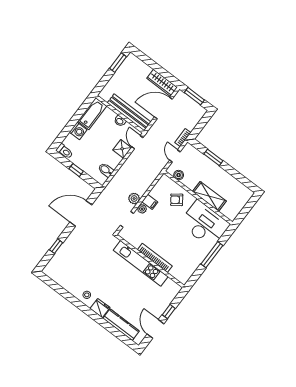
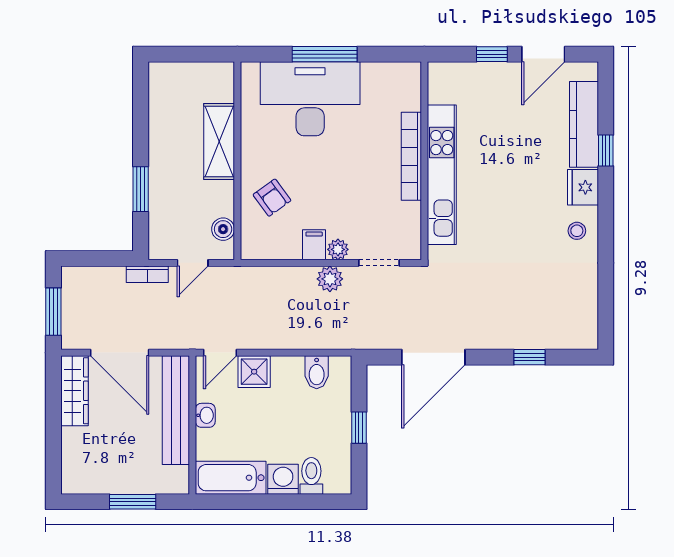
window: (118, 63) -> (133, 502), moved
toilet: (65, 151) -> (311, 476), moved
door: (81, 213) -> (433, 357), hinge flipped
desk: (205, 224) -> (310, 99), moved, turned 90
window: (107, 325) -> (606, 151), added

